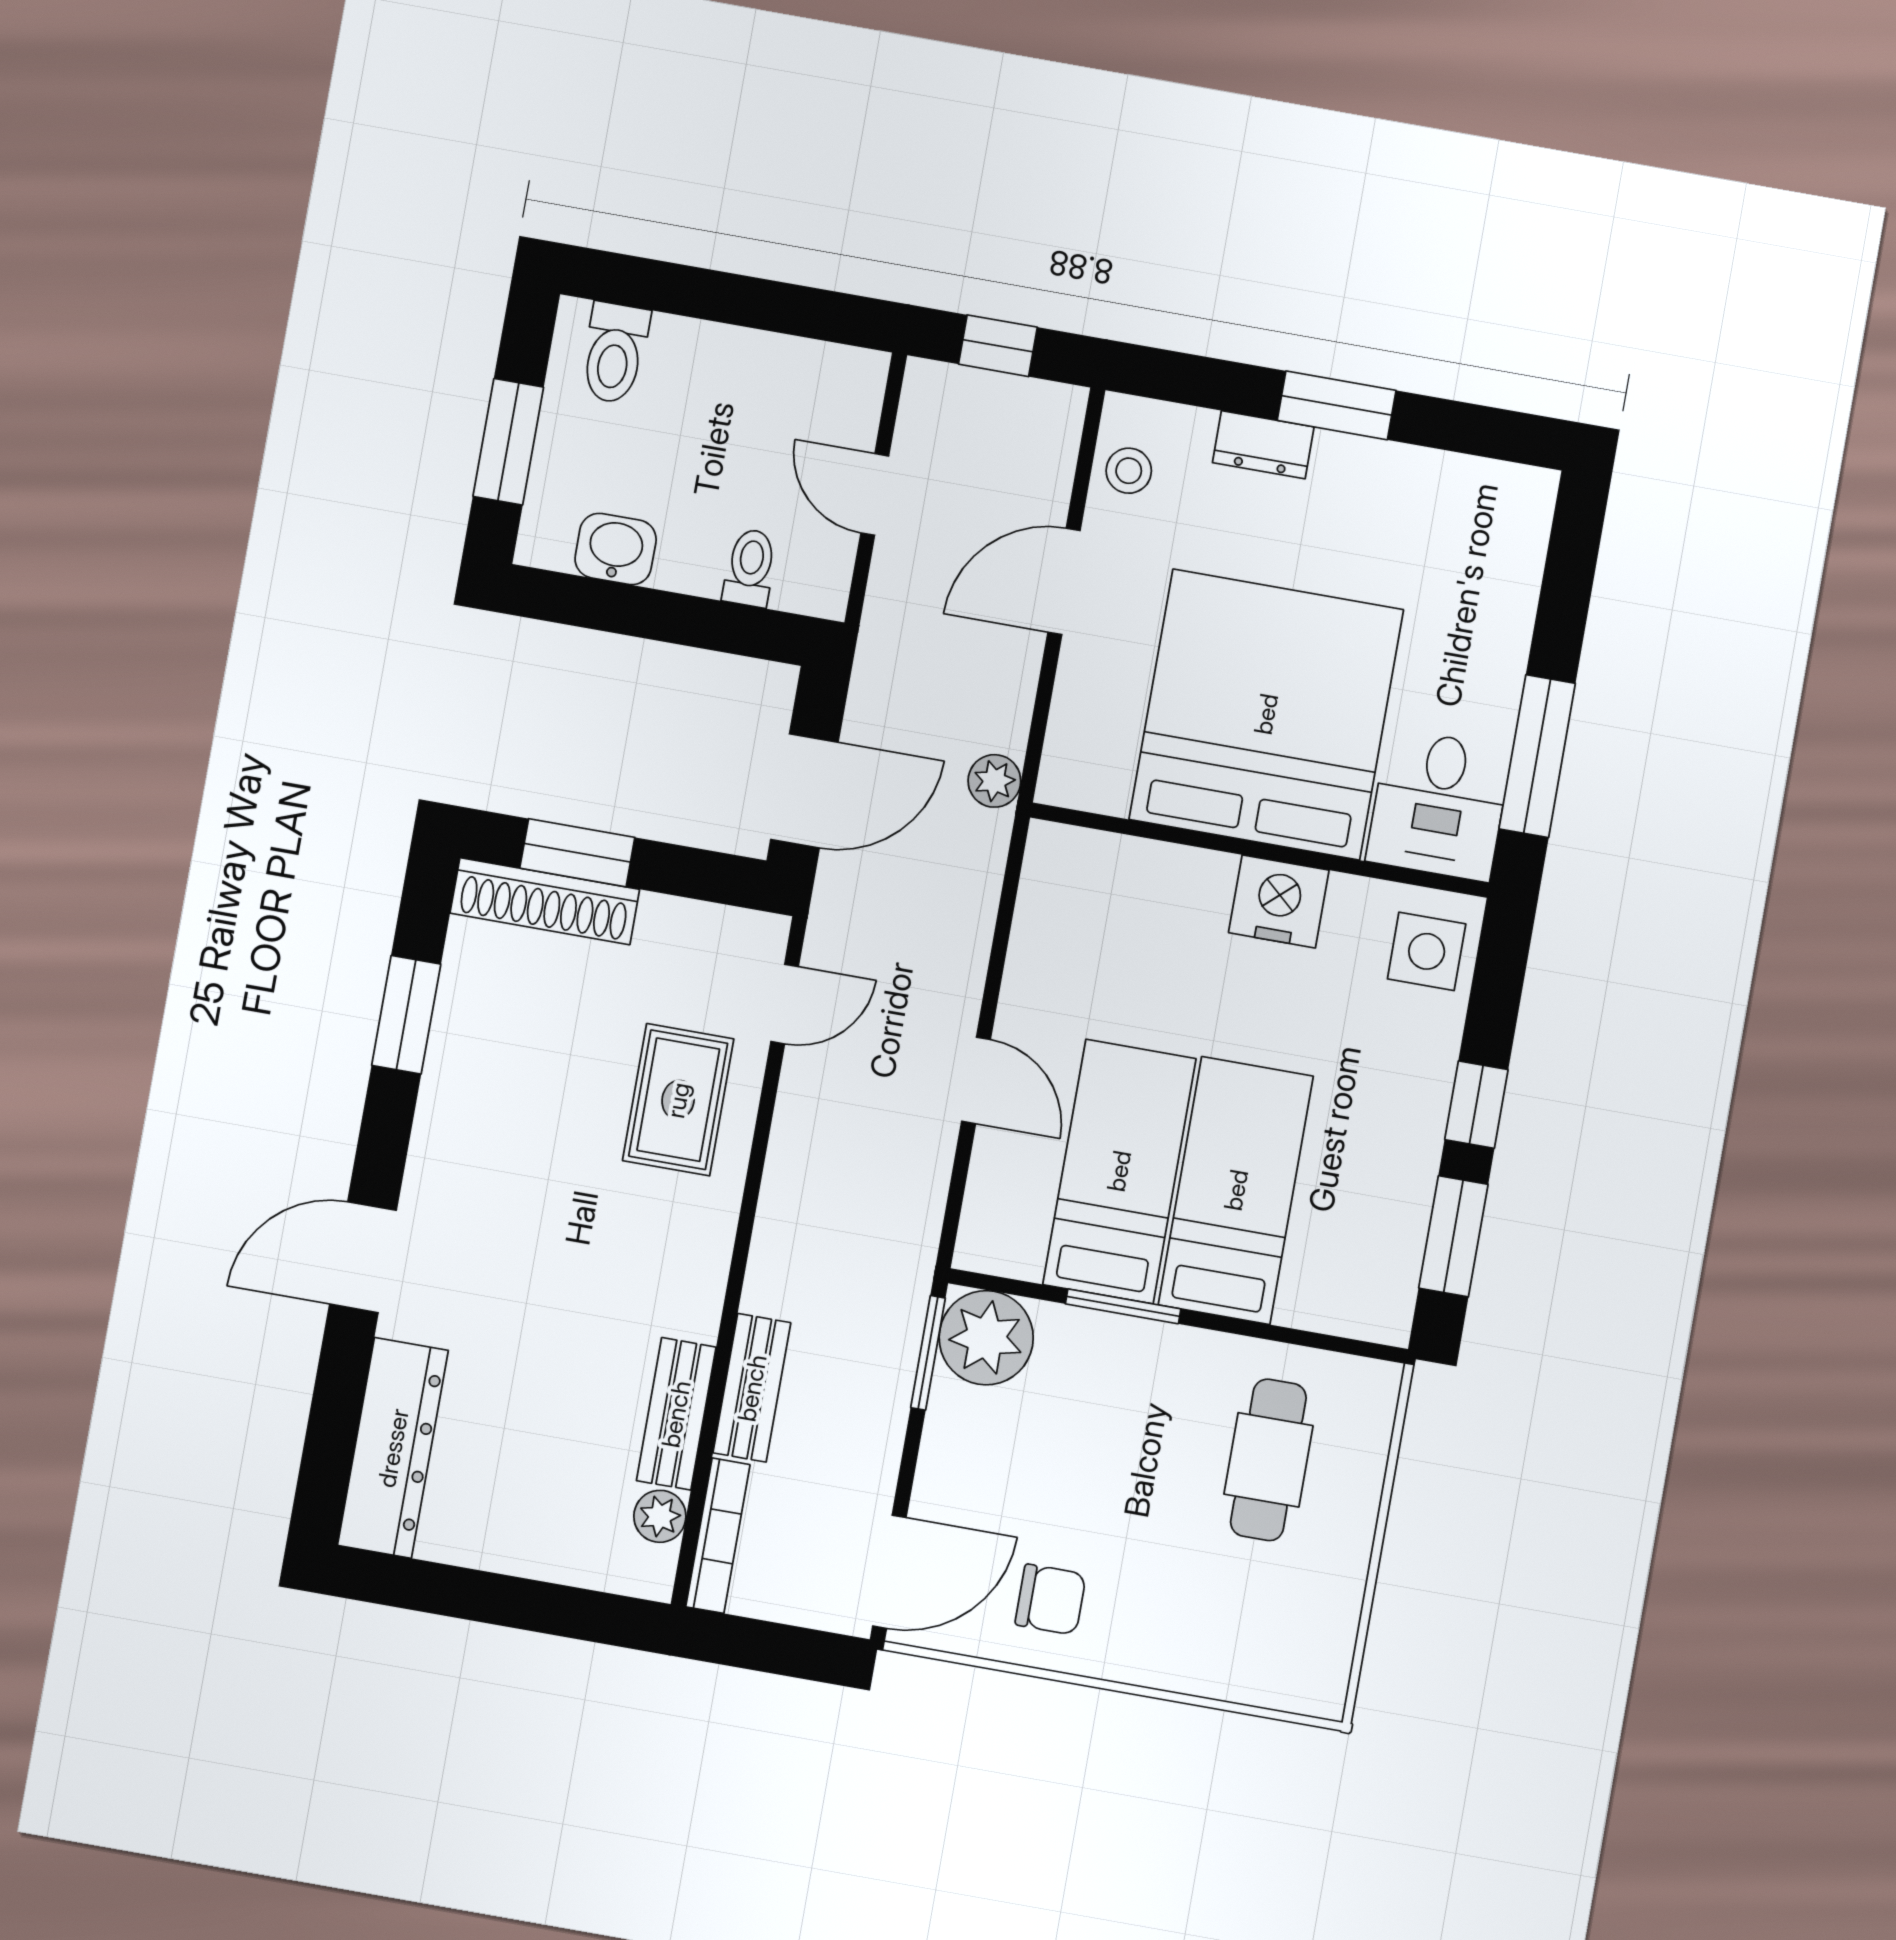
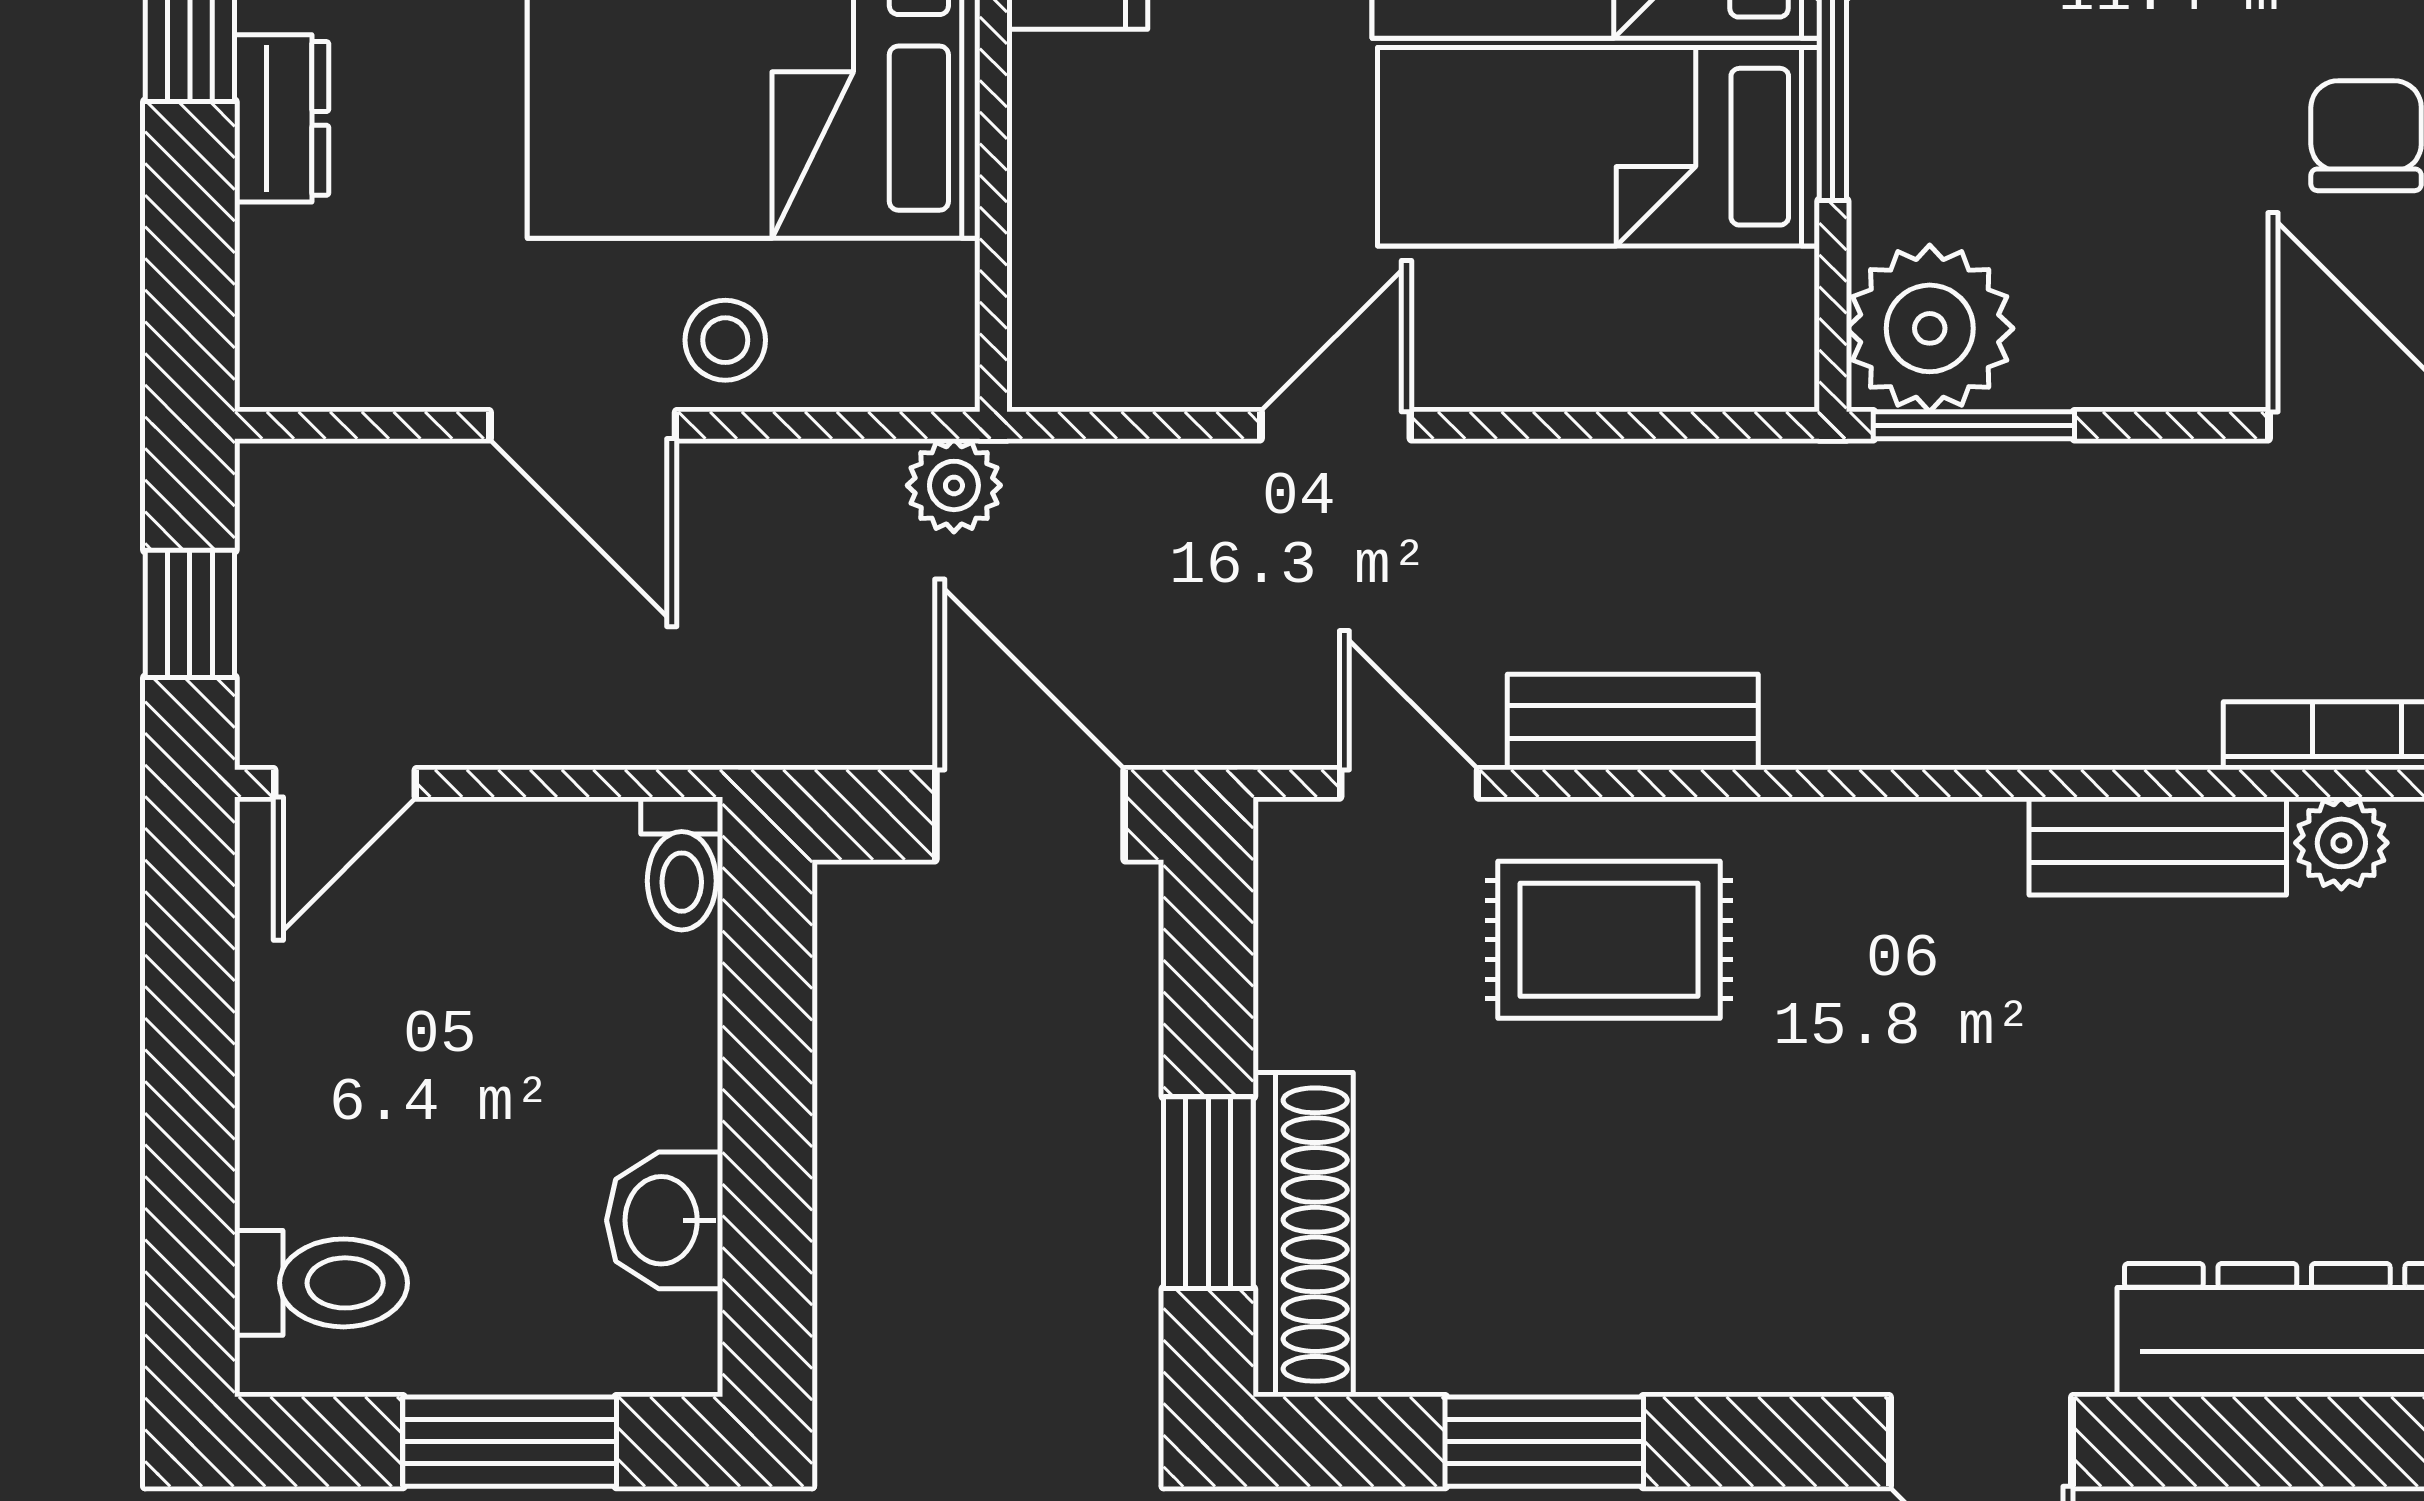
stool: (1129, 471) -> (725, 340), moved
door: (875, 494) -> (345, 783), moved
toilet: (750, 568) -> (682, 863), moved, turned -90
door: (976, 1080) -> (1336, 425), moved
bench: (752, 1388) -> (1633, 722), moved

